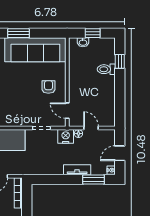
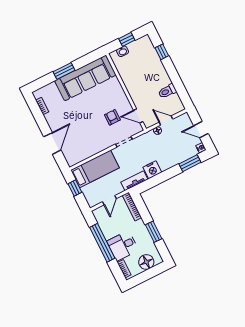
toilet: (106, 69) -> (167, 91), moved
armchair: (48, 87) -> (112, 117), moved
nightstand: (66, 136) -> (152, 170), moved, turned 180
door: (120, 153) -> (201, 130), hinge flipped
tv unit: (77, 170) -> (134, 181), moved

